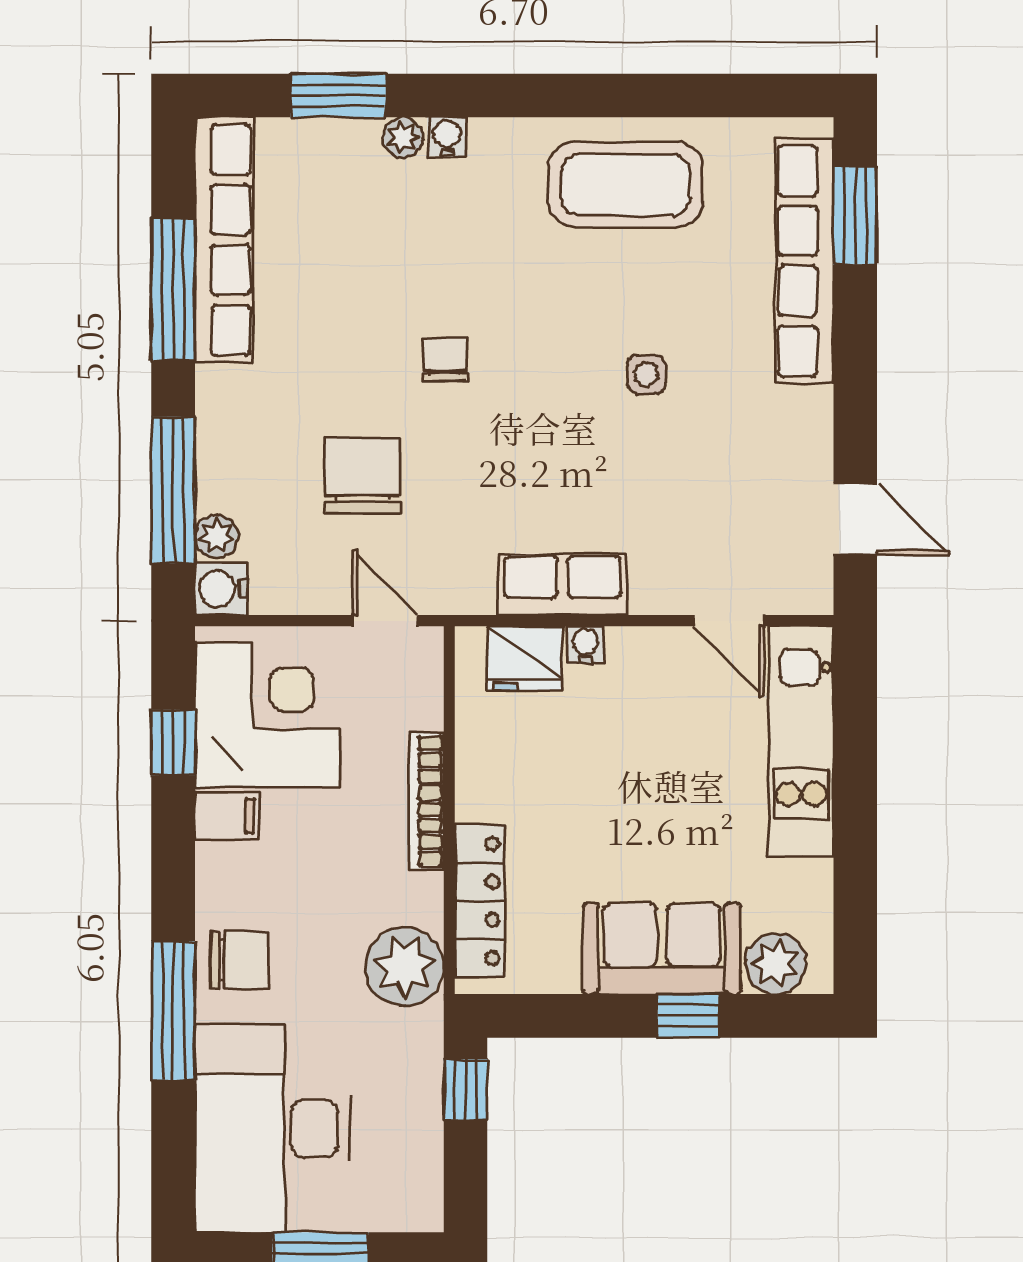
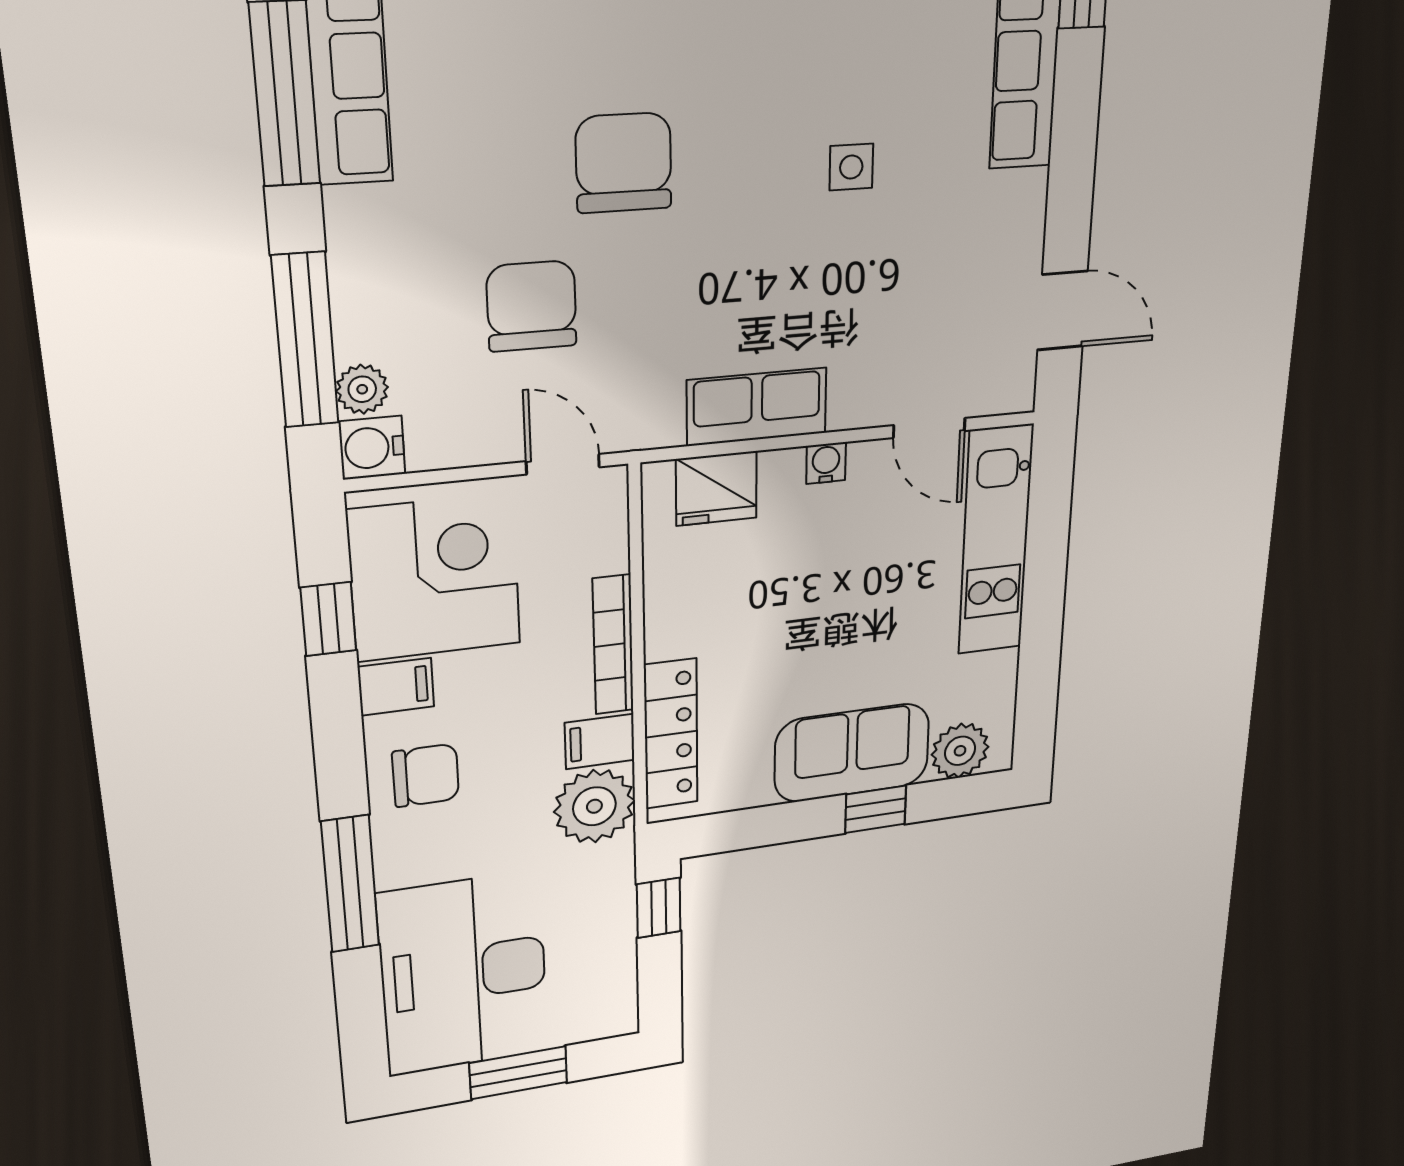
chair: (445, 359) -> (624, 163), width x1.87, depth x1.87
water cooler: (585, 645) -> (826, 463), moved
filing cabinet: (411, 898) -> (600, 741), added
chair: (239, 960) -> (426, 775), moved

